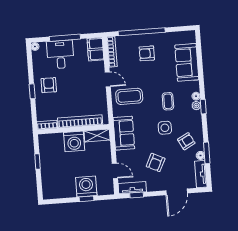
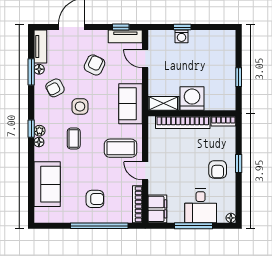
washing machine: (86, 187) -> (182, 36), width x0.53, depth x0.53

